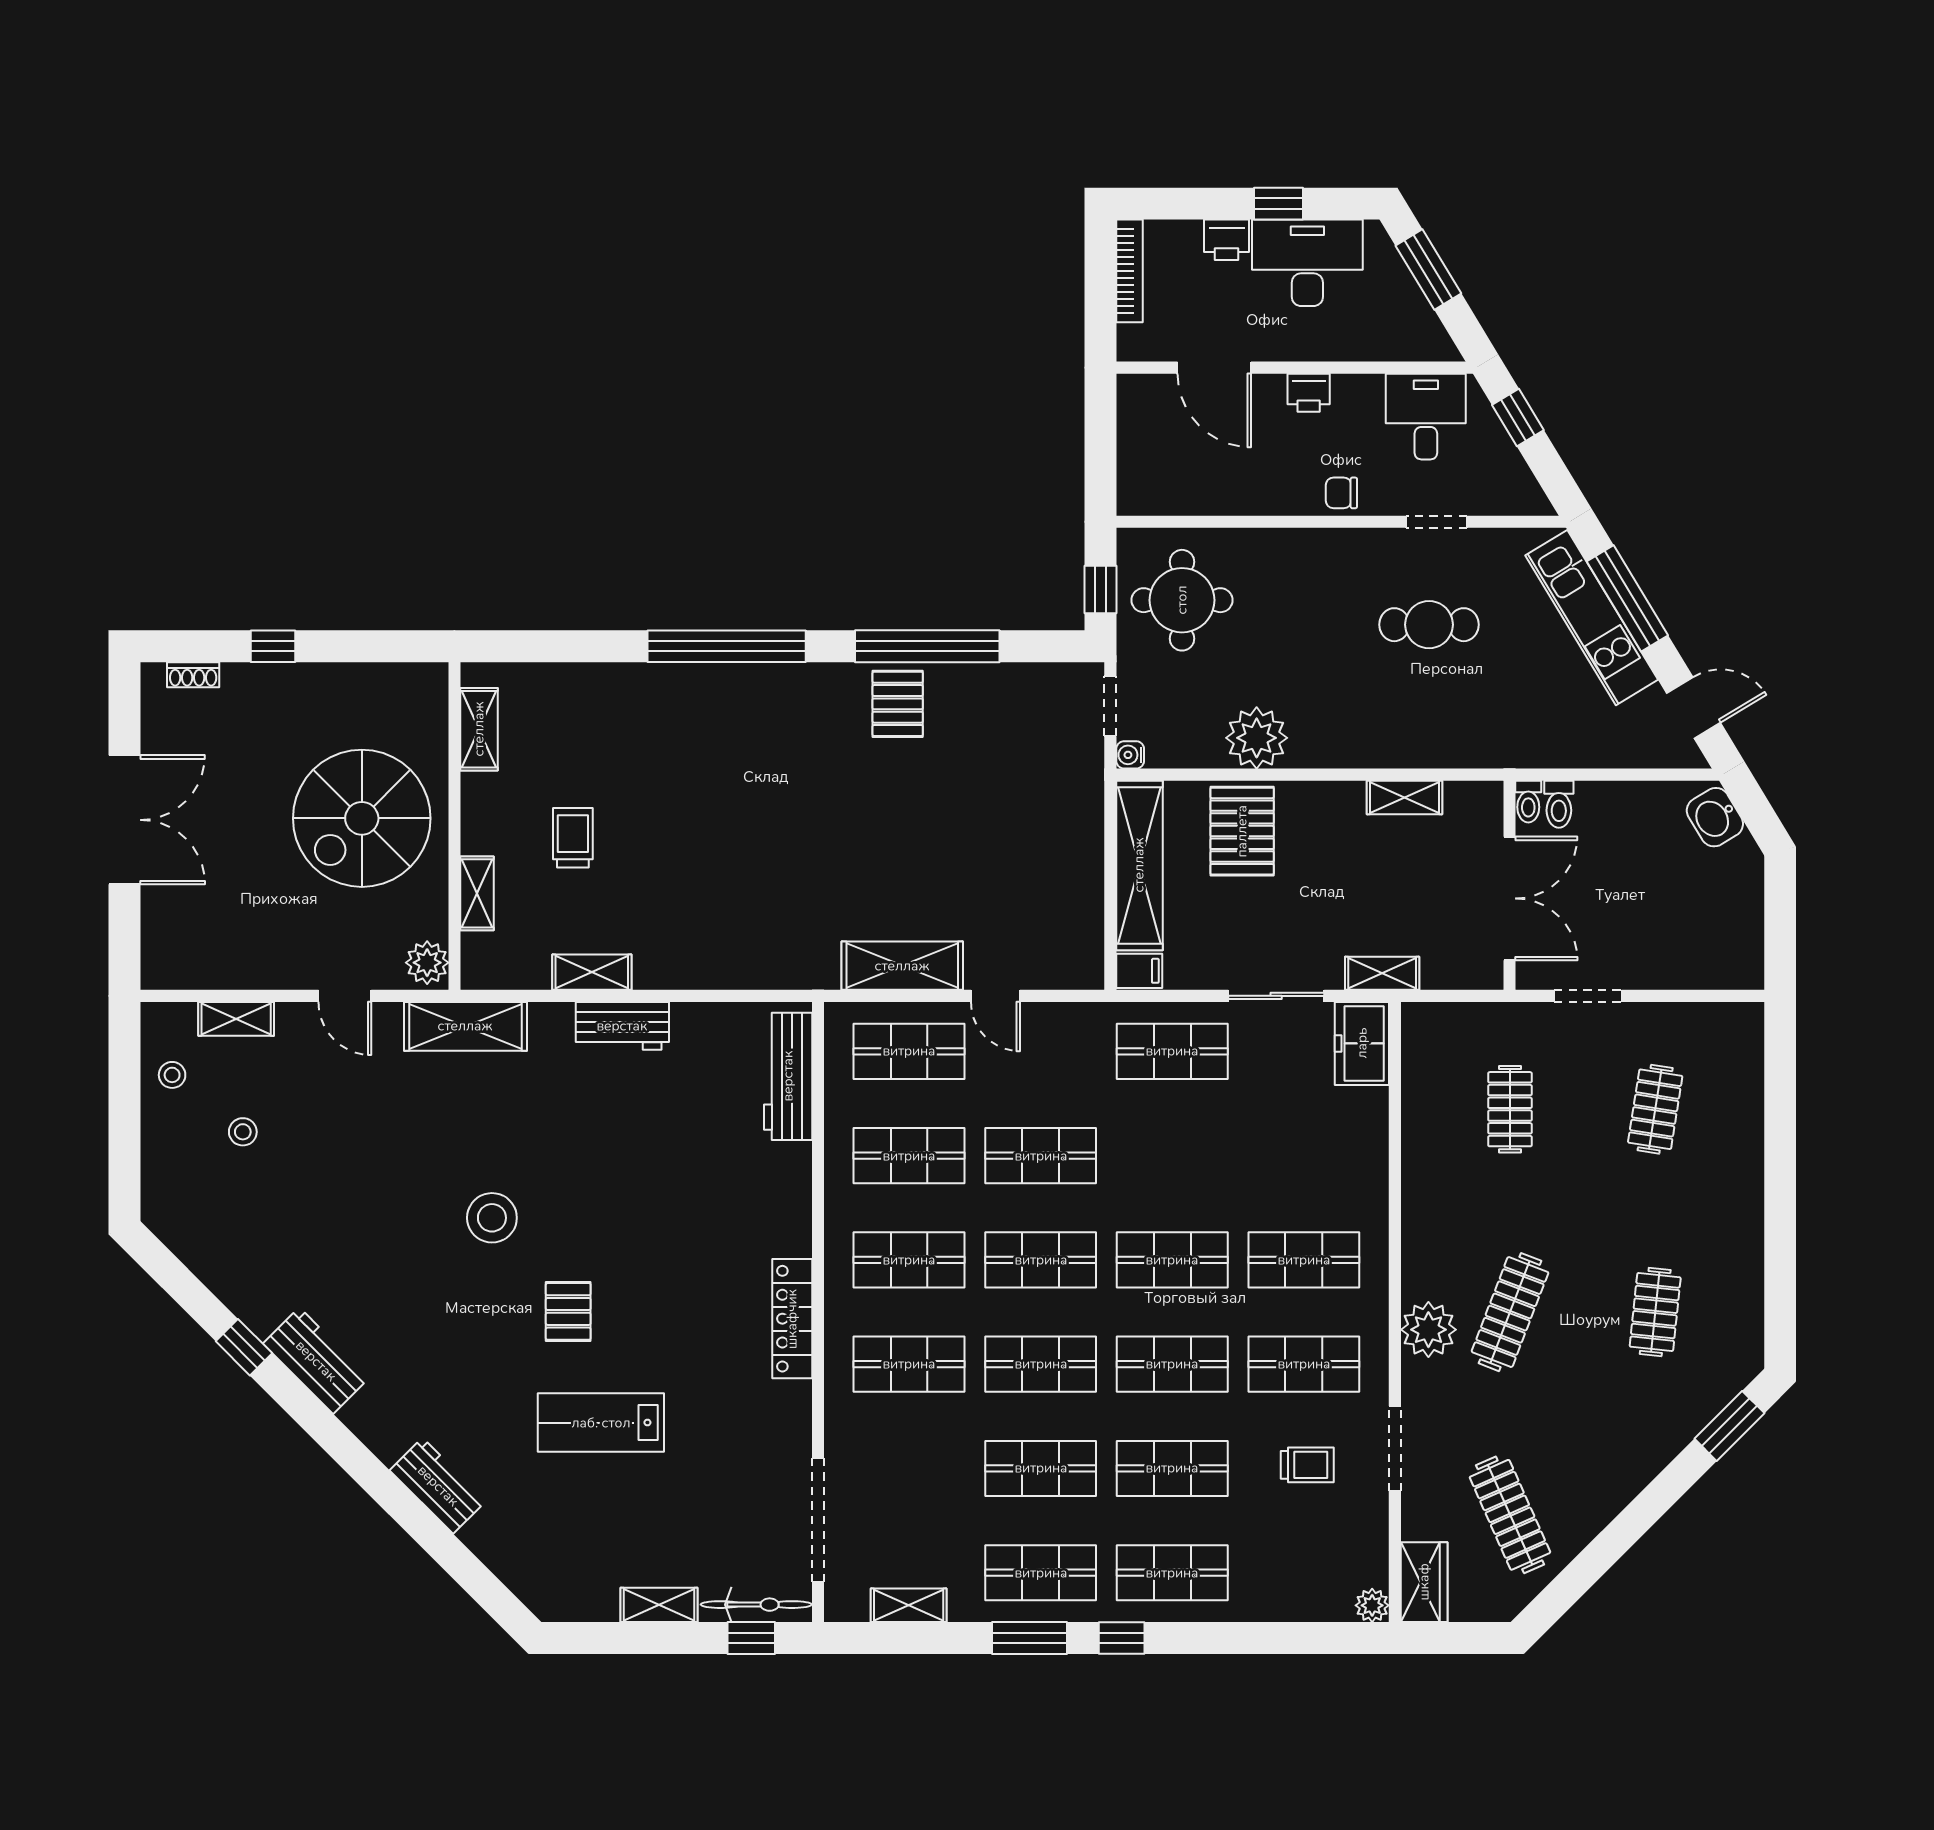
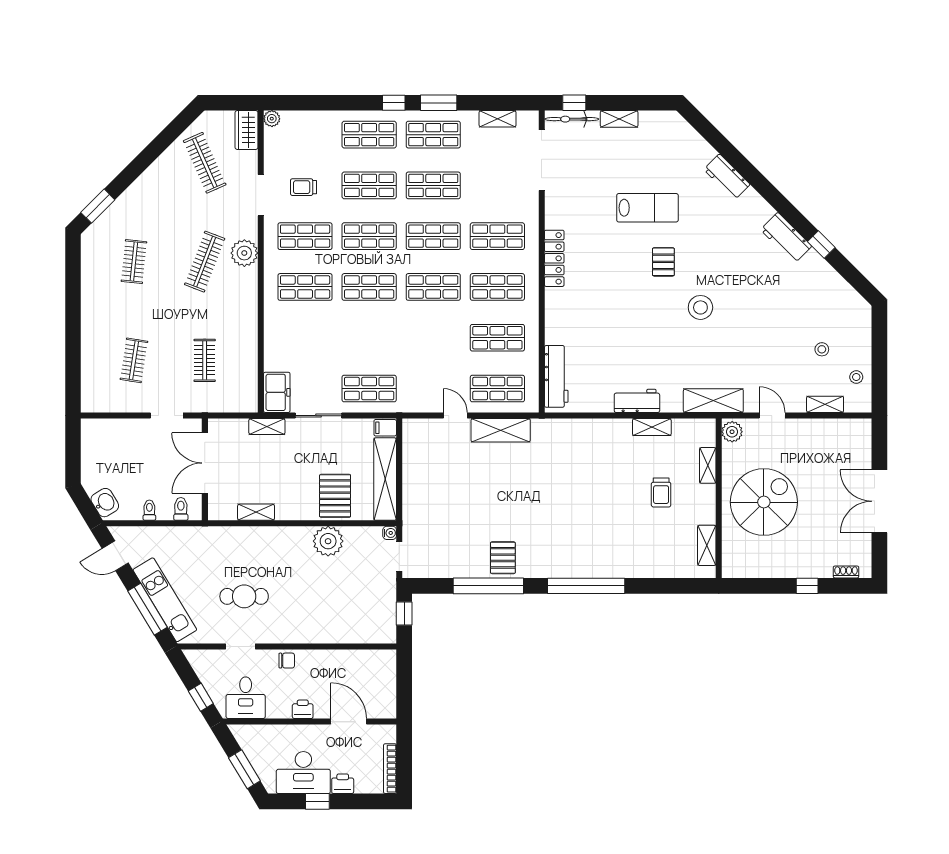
round table: (1182, 600) -> (364, 608), removed
toilet: (1528, 802) -> (149, 510), moved
shop shelf: (1041, 1156) -> (433, 338), removed

